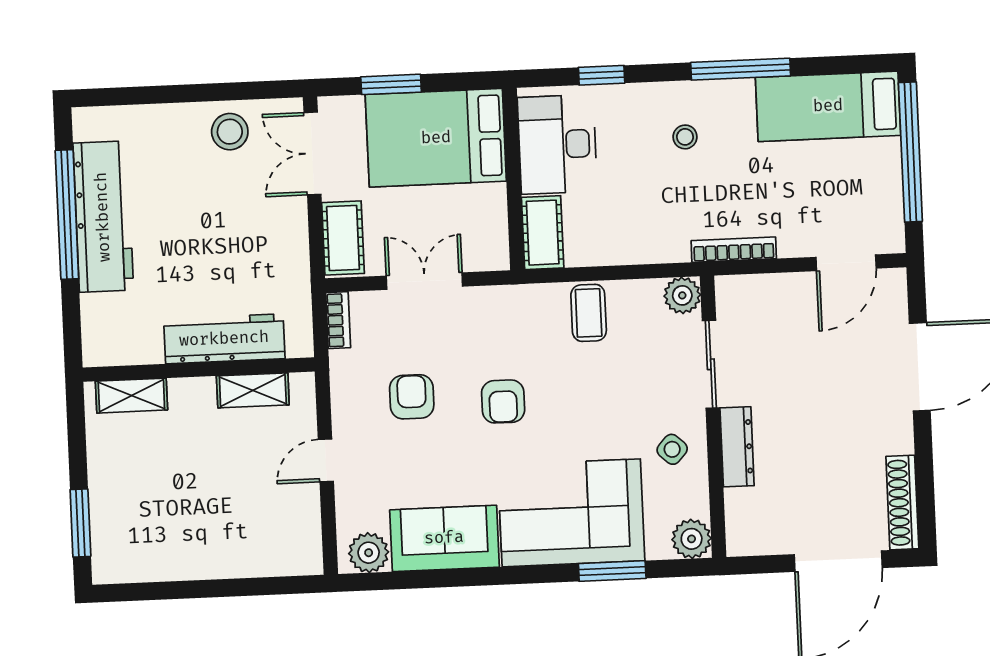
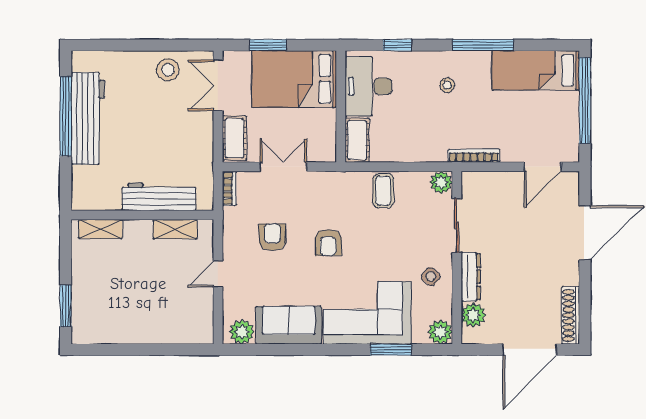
plant: (744, 509) -> (473, 315), added

